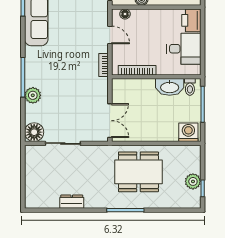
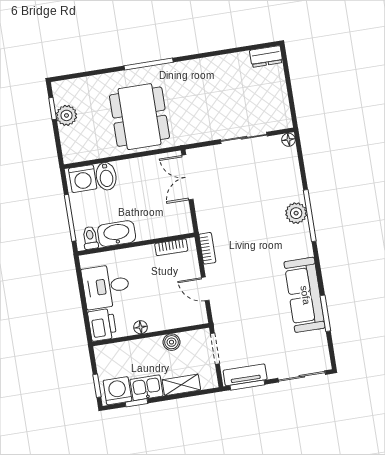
floor lamp: (125, 14) -> (141, 327), moved
bookcase: (137, 70) -> (171, 247), width x0.64
plant: (33, 95) -> (296, 213), moved
bidet: (171, 131) -> (106, 176), added
floor lamp: (34, 132) -> (289, 140), width x0.53, depth x0.53
dining table: (138, 172) -> (139, 117), turned 90
dresser: (72, 202) -> (266, 56), moved

